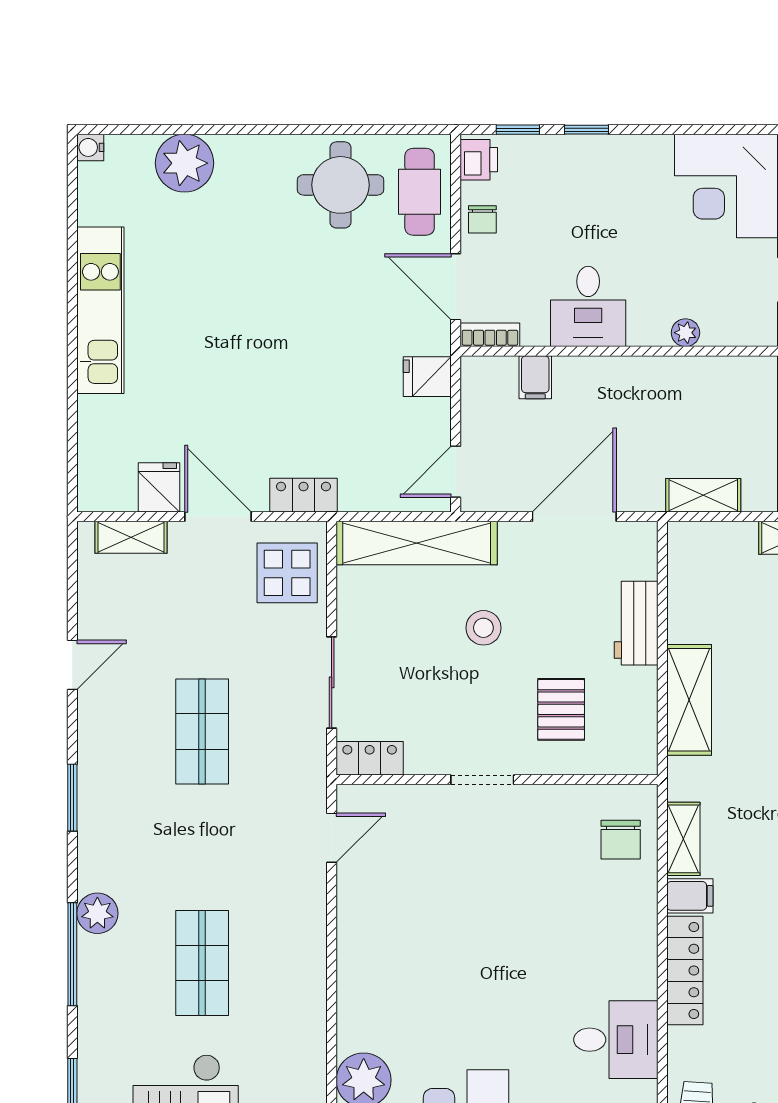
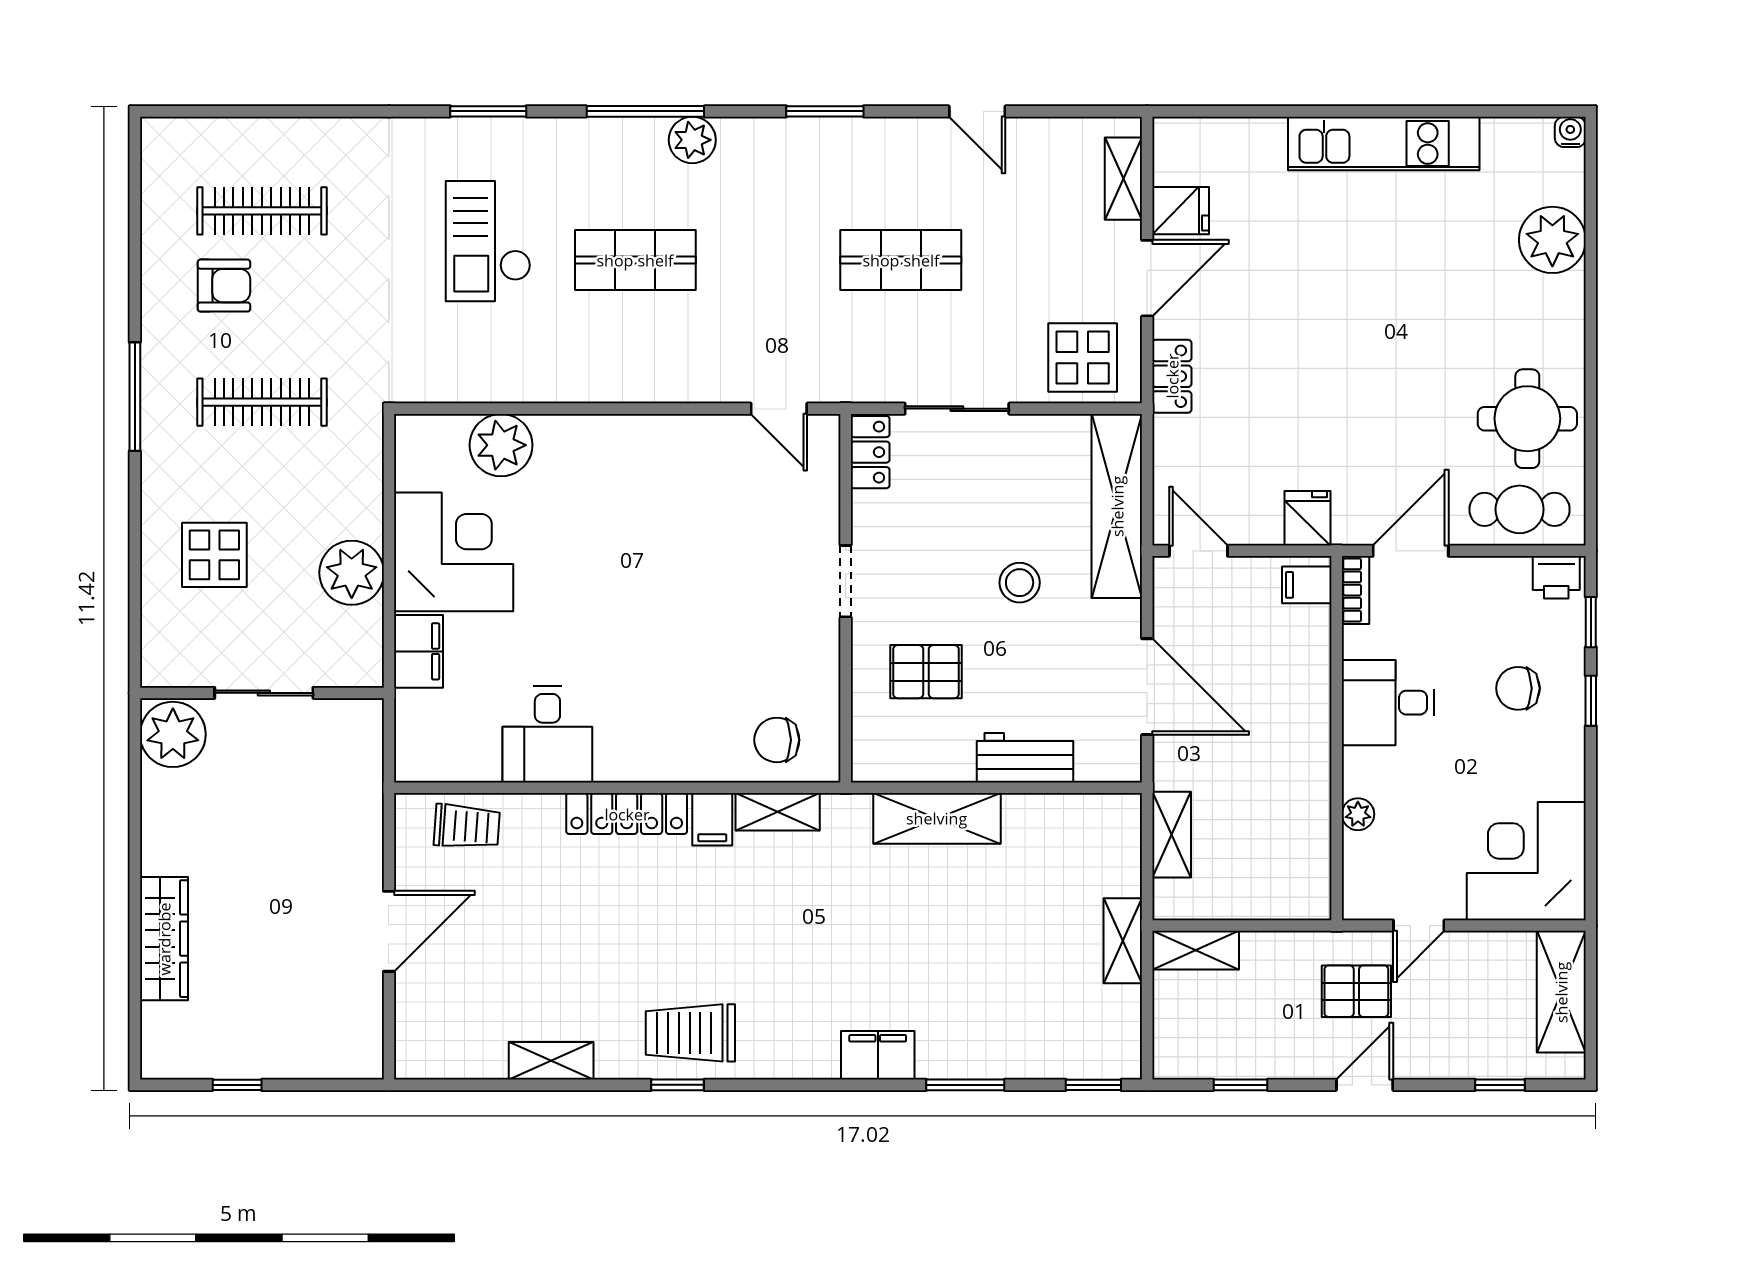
chair: (482, 219) -> (1518, 688), moved, width x1.37, depth x1.37
filing cabinet: (535, 377) -> (1307, 585), moved

